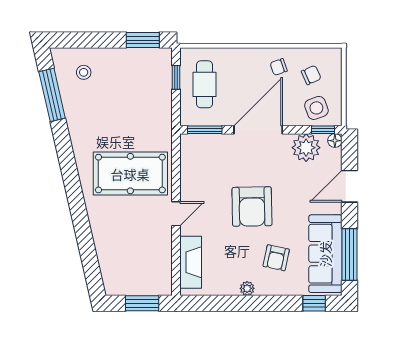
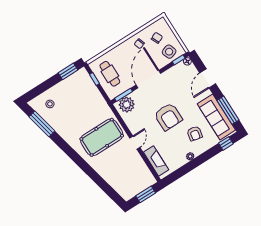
plant: (306, 148) -> (127, 105), moved

